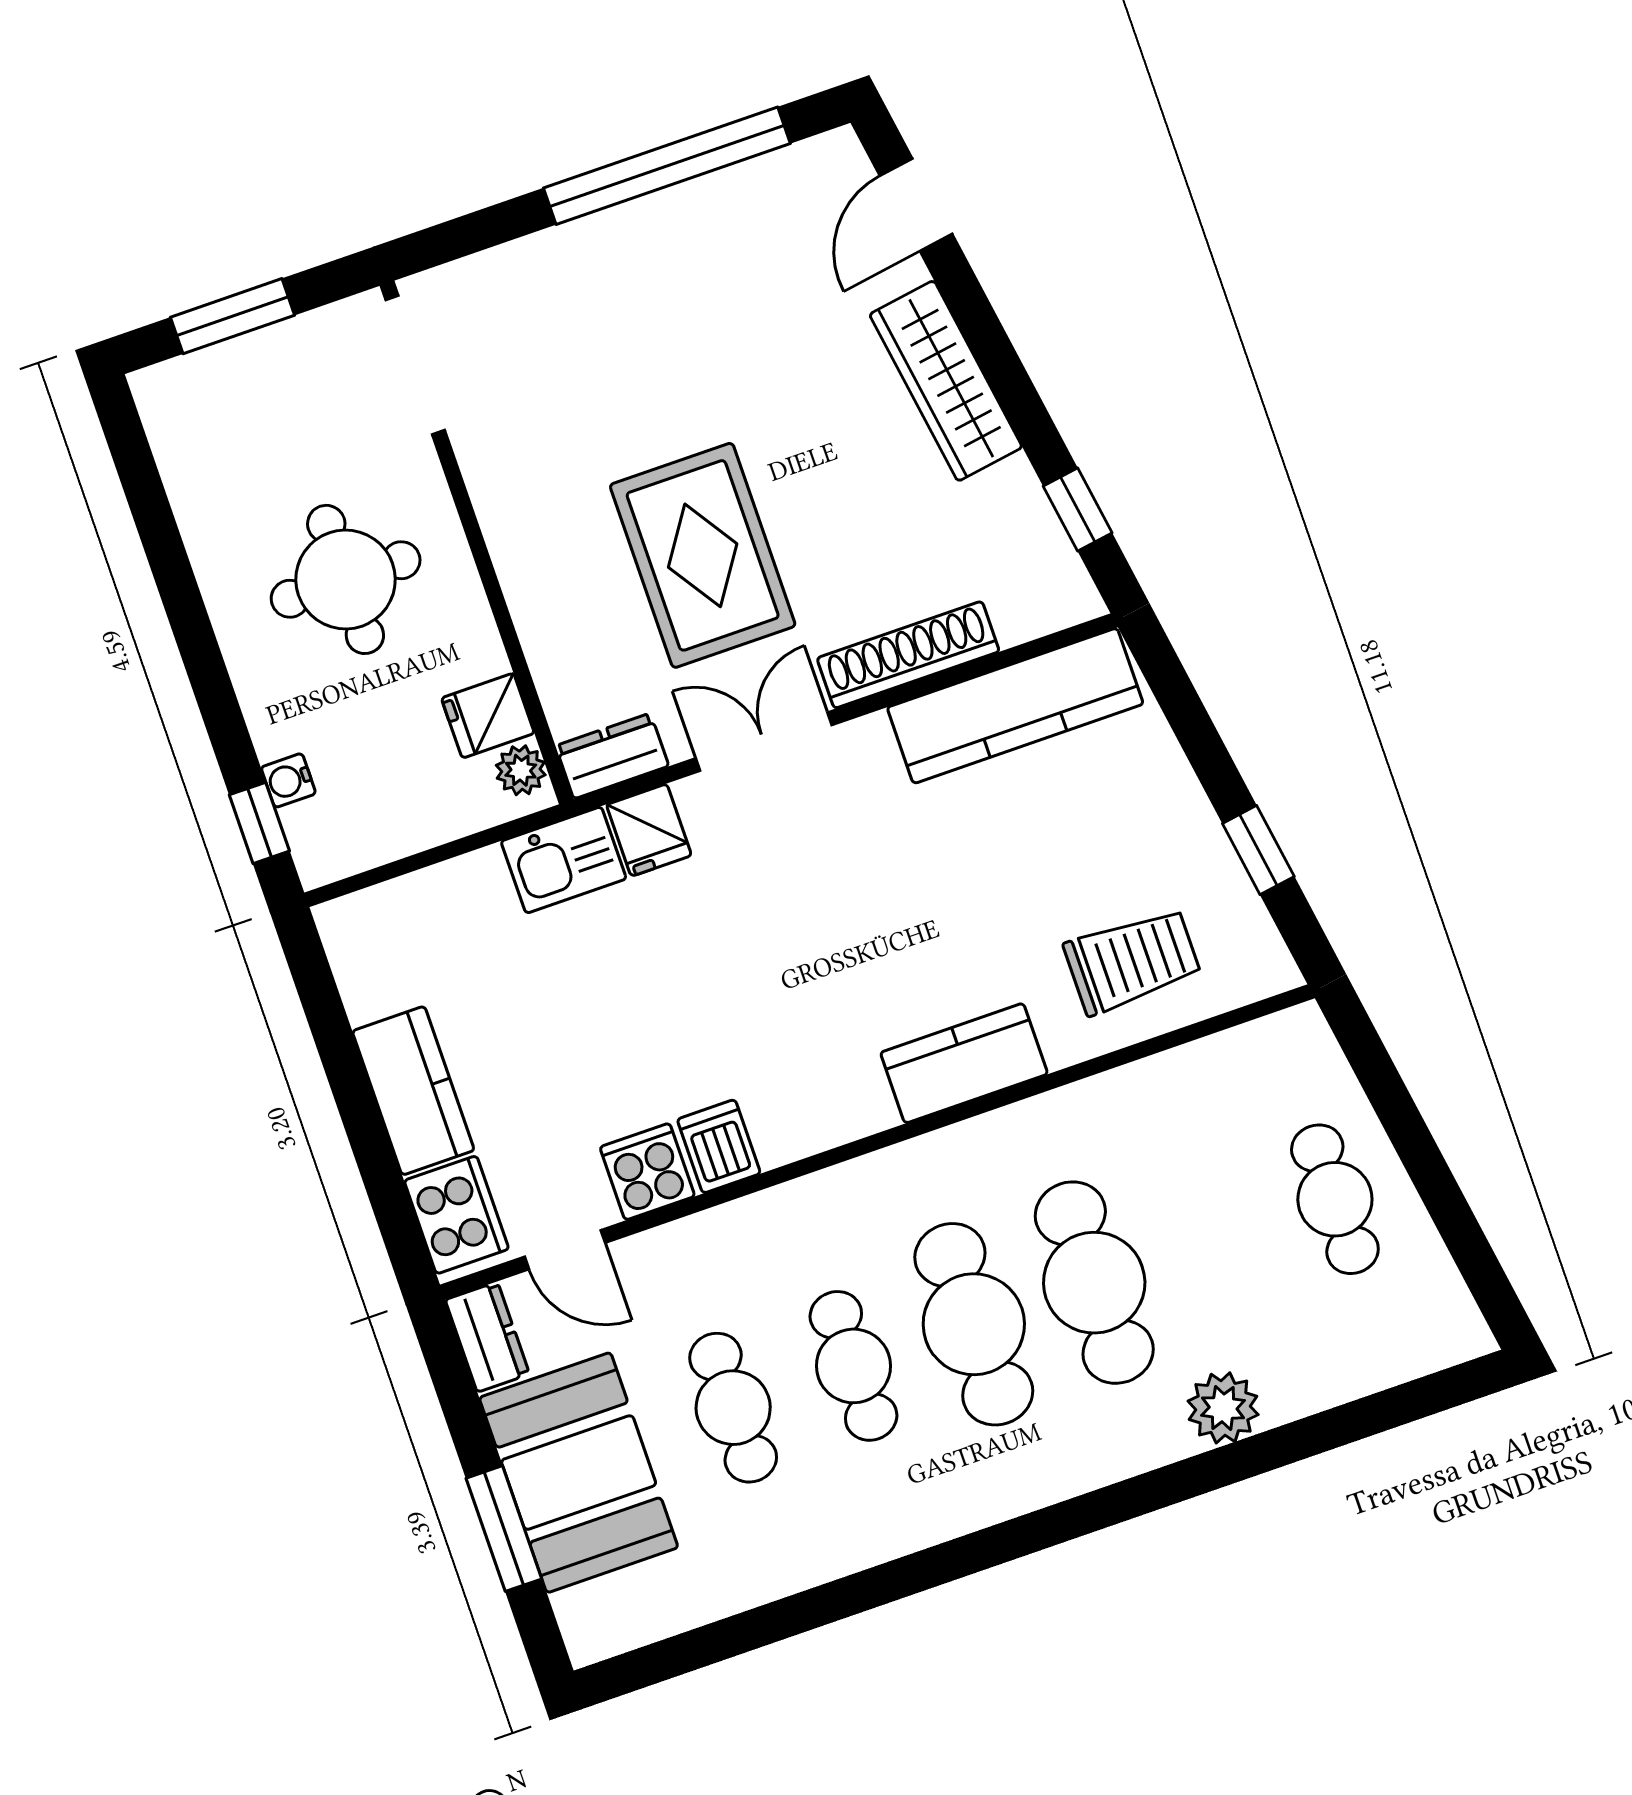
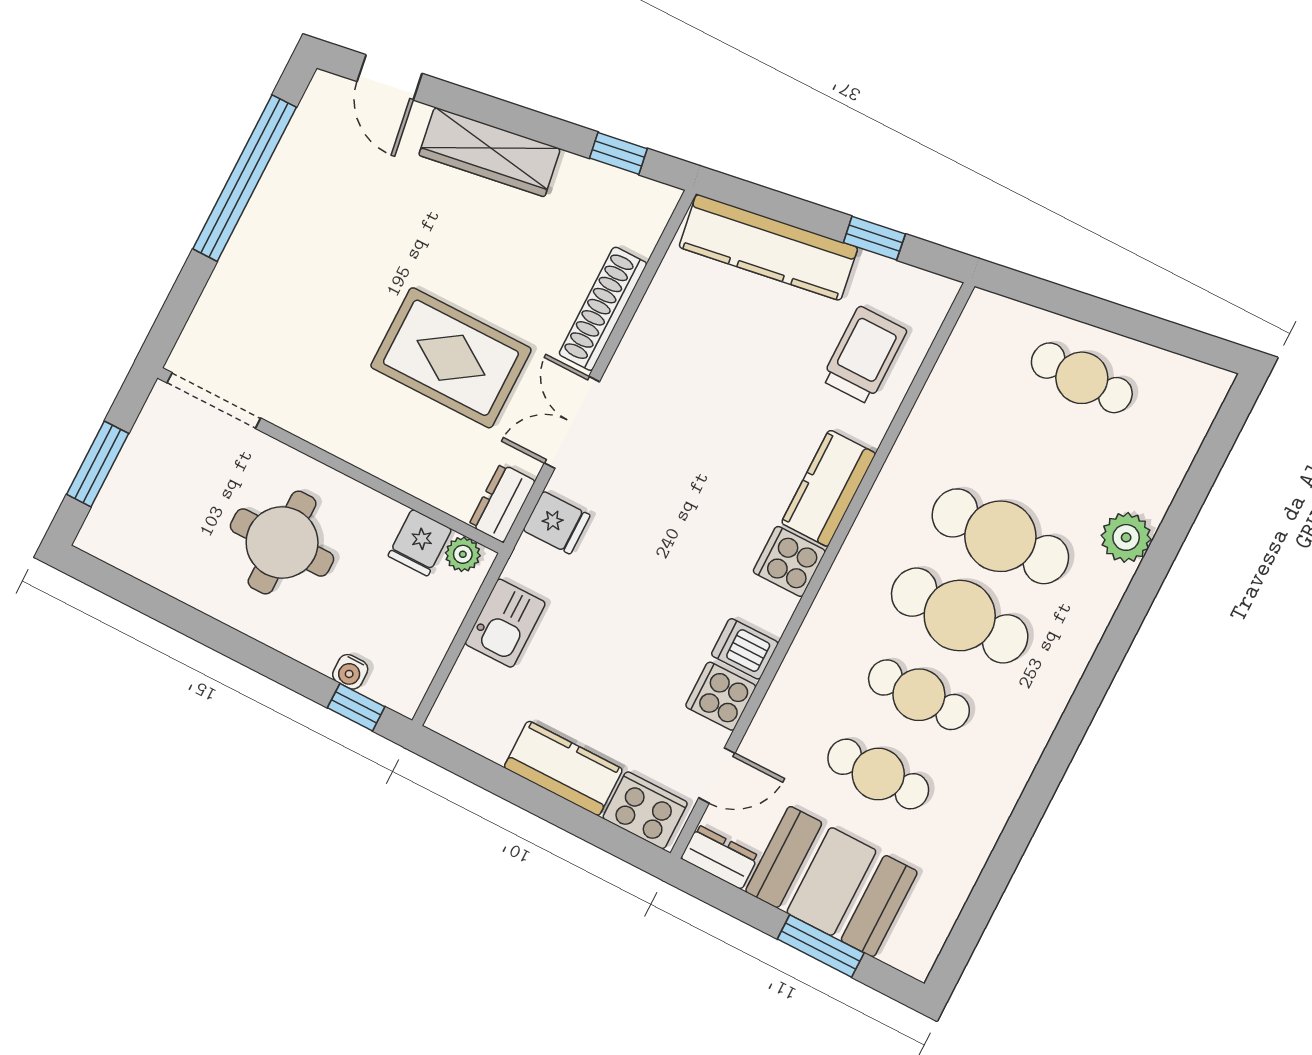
kitchen counter: (1015, 706) -> (768, 247), moved, turned 81
kitchen sink: (564, 860) -> (505, 623), moved
cooker: (851, 1100) -> (789, 561), added

